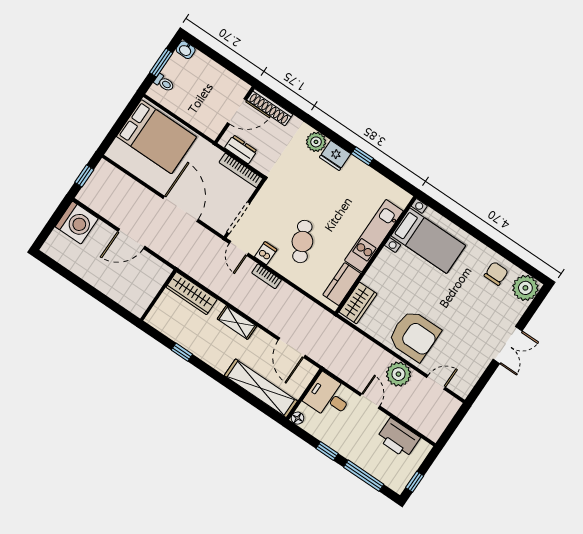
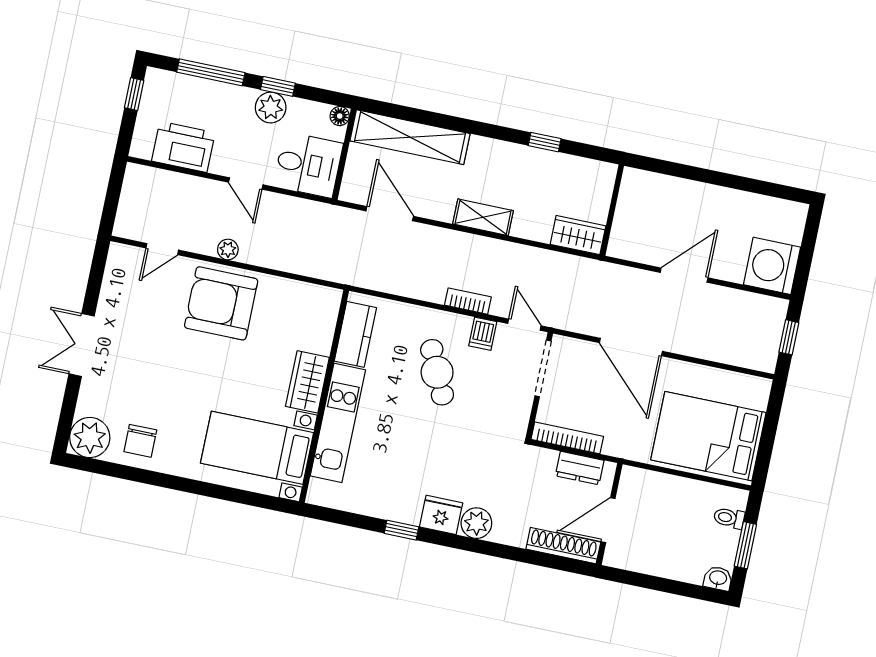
wardrobe: (192, 293) -> (578, 235), width x0.67
wardrobe: (358, 303) -> (307, 382), moved
plant: (398, 374) -> (228, 249), width x0.53, depth x0.53
plant: (337, 440) -> (271, 108), added

